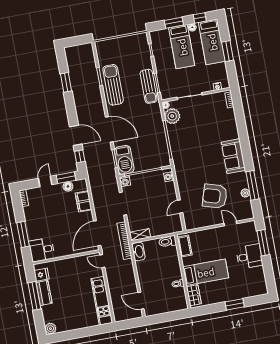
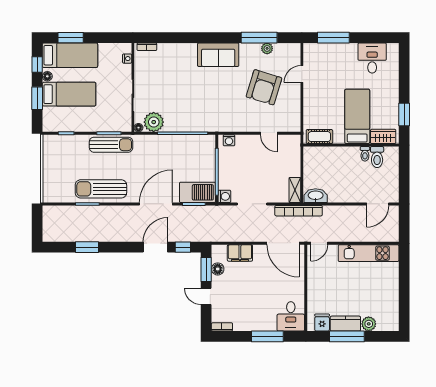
window: (228, 51) -> (71, 38), moved
toilet: (167, 241) -> (377, 157), moved
desk: (249, 257) -> (372, 58), moved
window: (235, 304) -> (404, 114), moved
plant: (50, 329) -> (369, 324), moved

